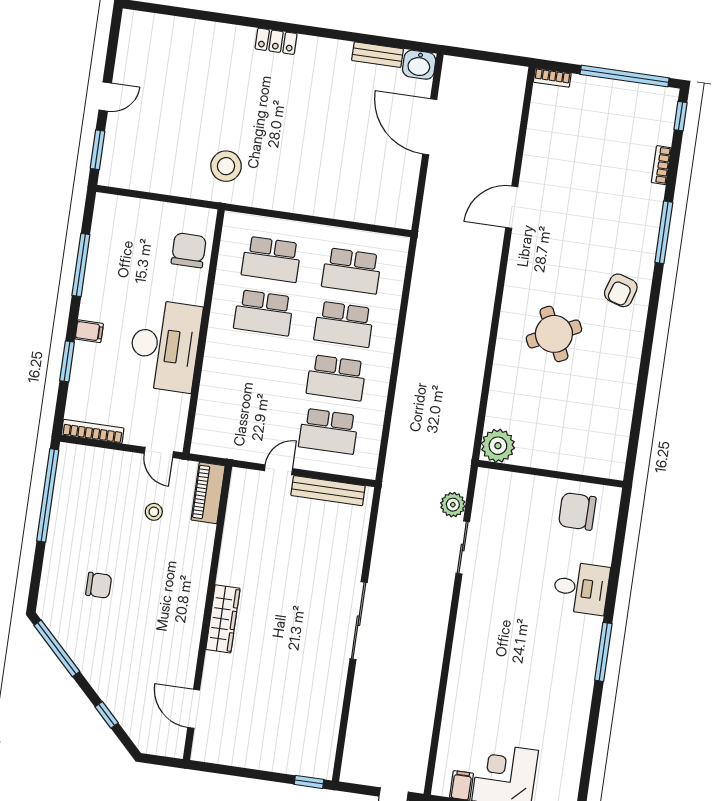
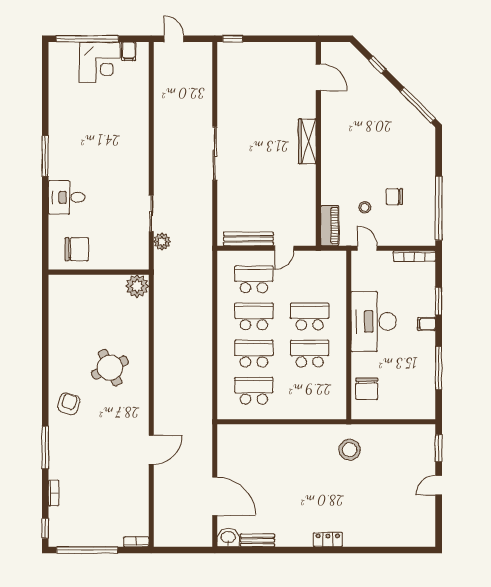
school desk: (271, 259) -> (310, 316), moved
chair: (99, 585) -> (394, 197), moved

